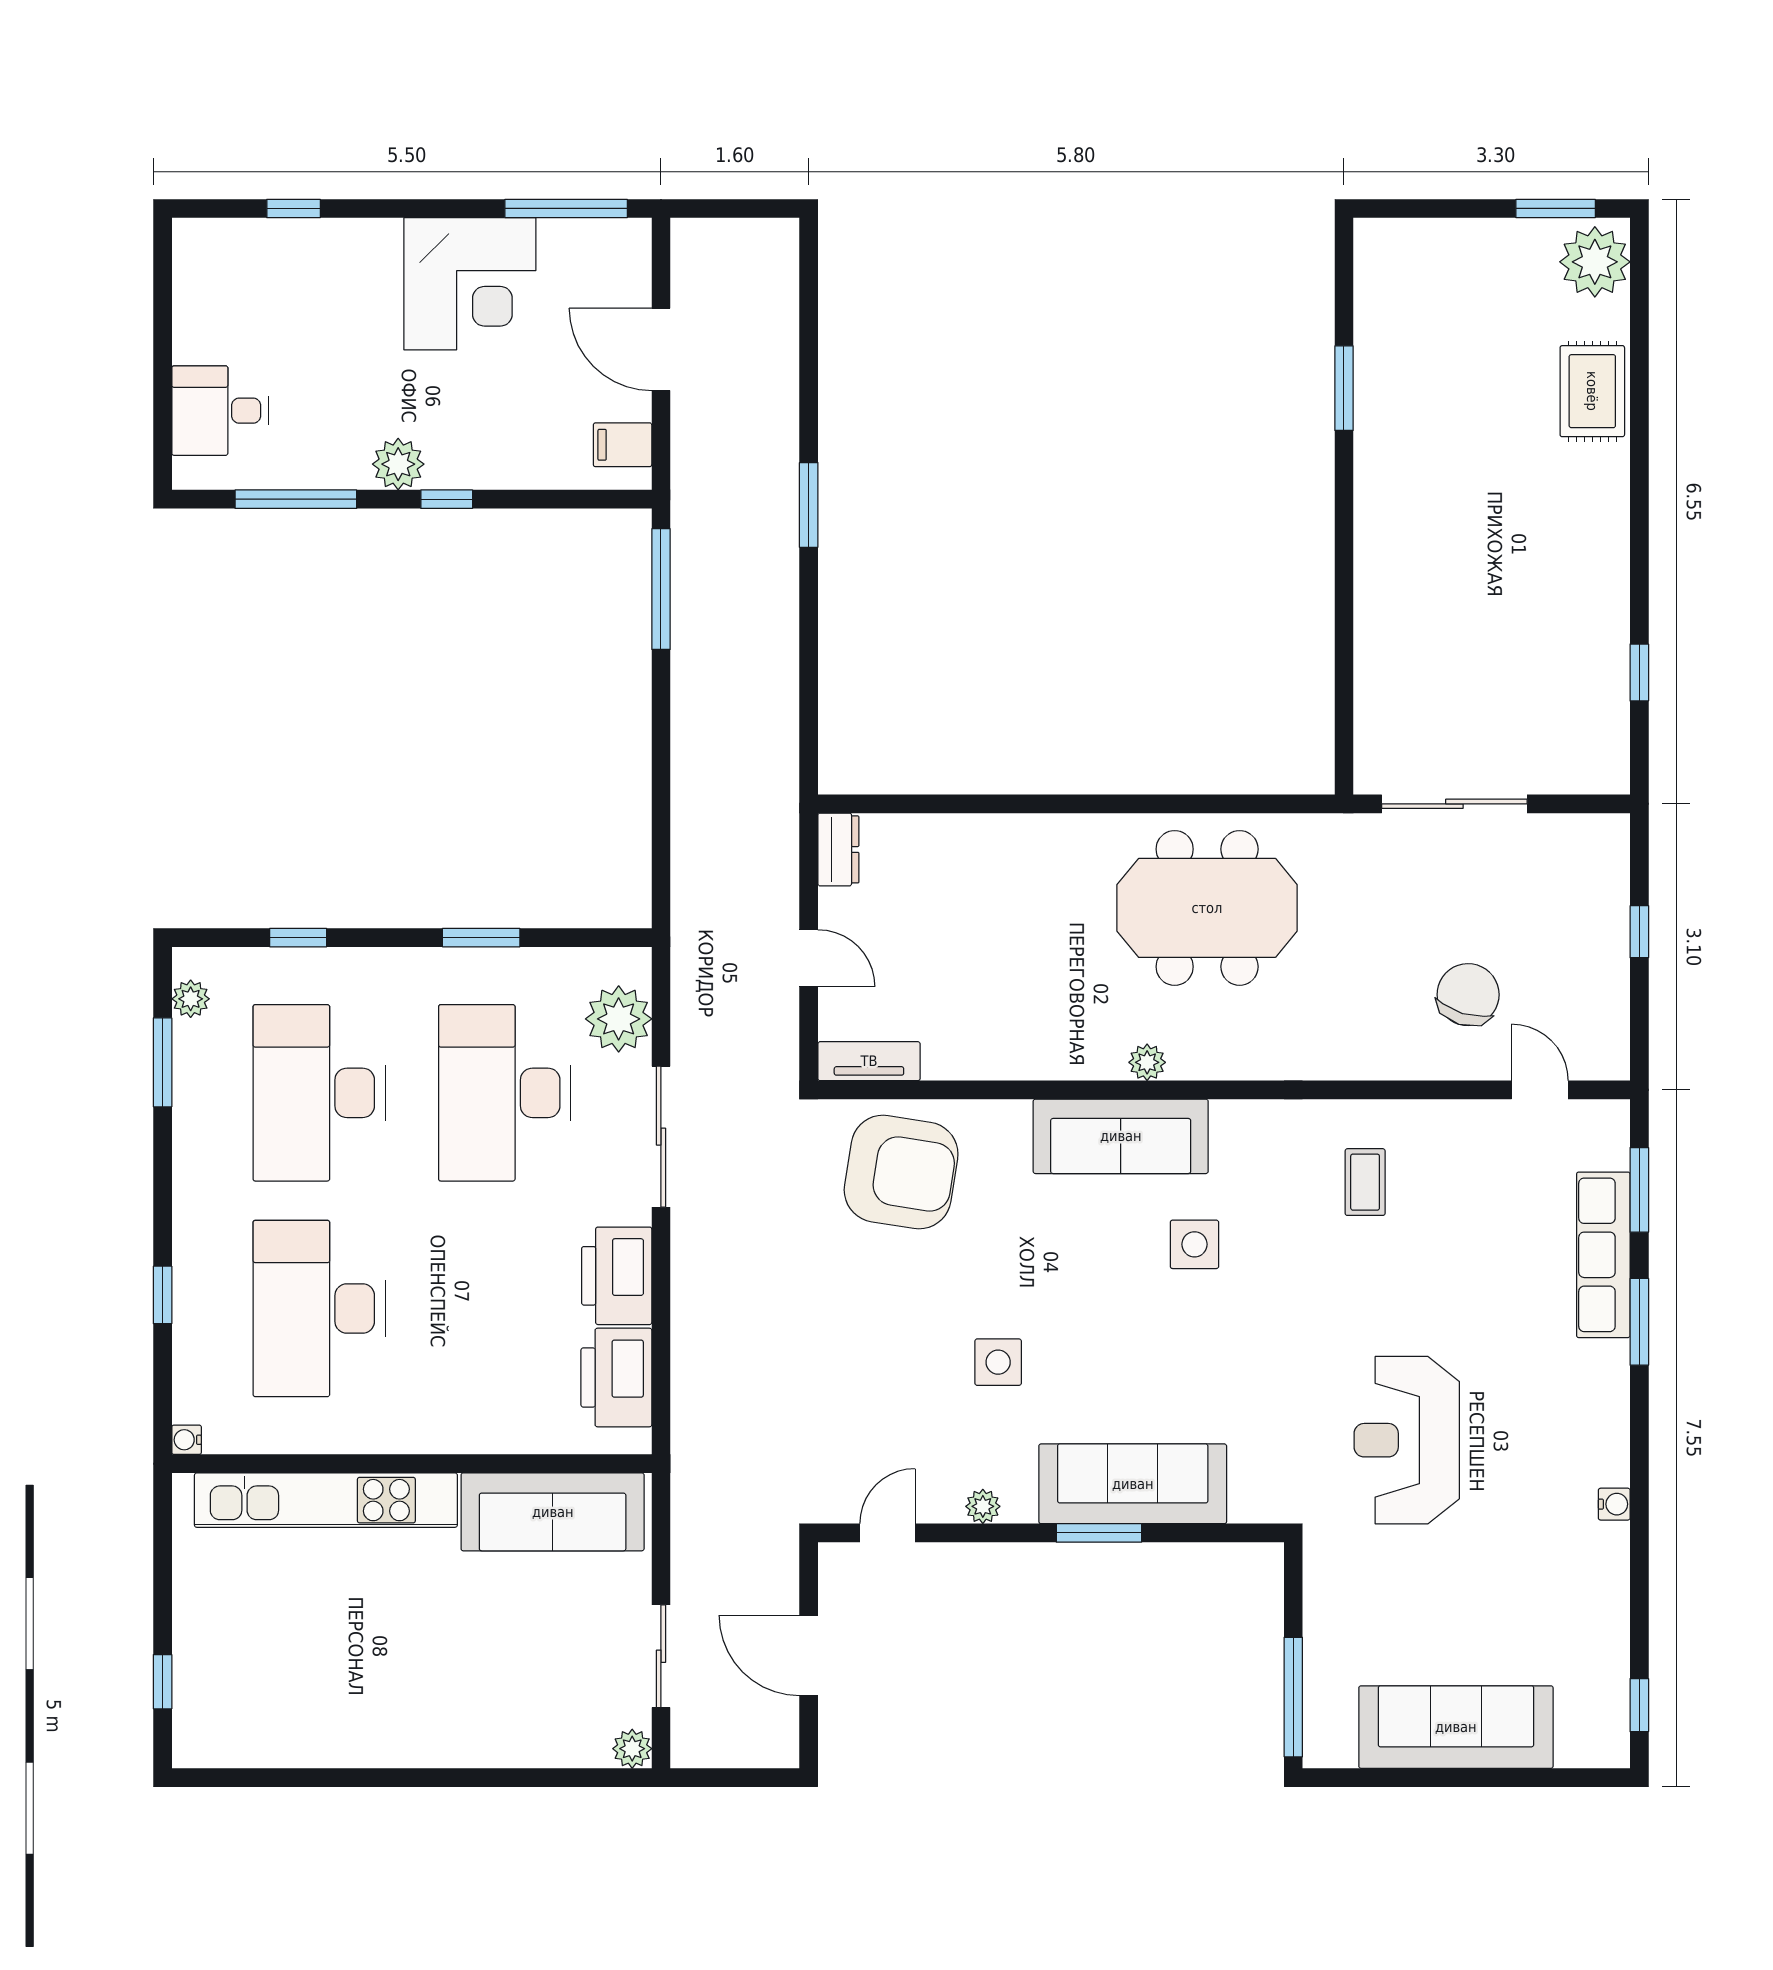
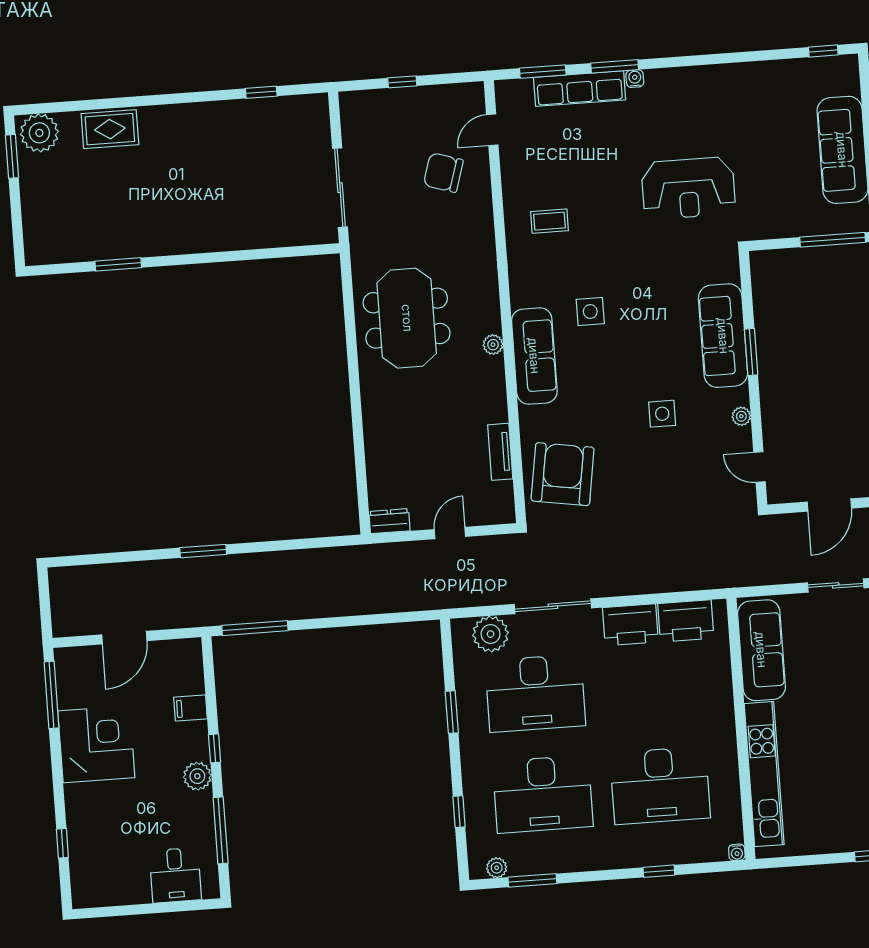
filing cabinet: (623, 445) -> (191, 708), moved, turned 90
tv unit: (869, 1061) -> (500, 452), moved
water cooler: (1614, 1504) -> (635, 79), moved

